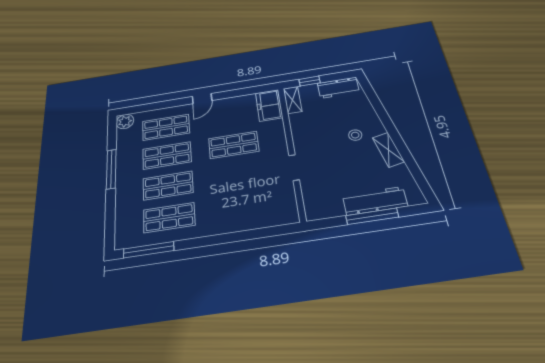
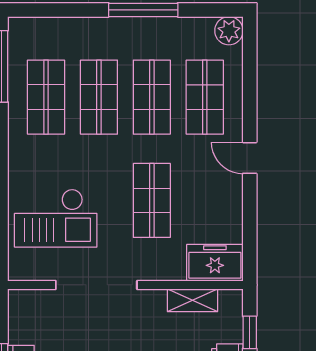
shelving: (292, 100) -> (192, 300), moved
doorway: (294, 167) -> (96, 285), width x1.88
checkout: (252, 199) -> (56, 218), added

